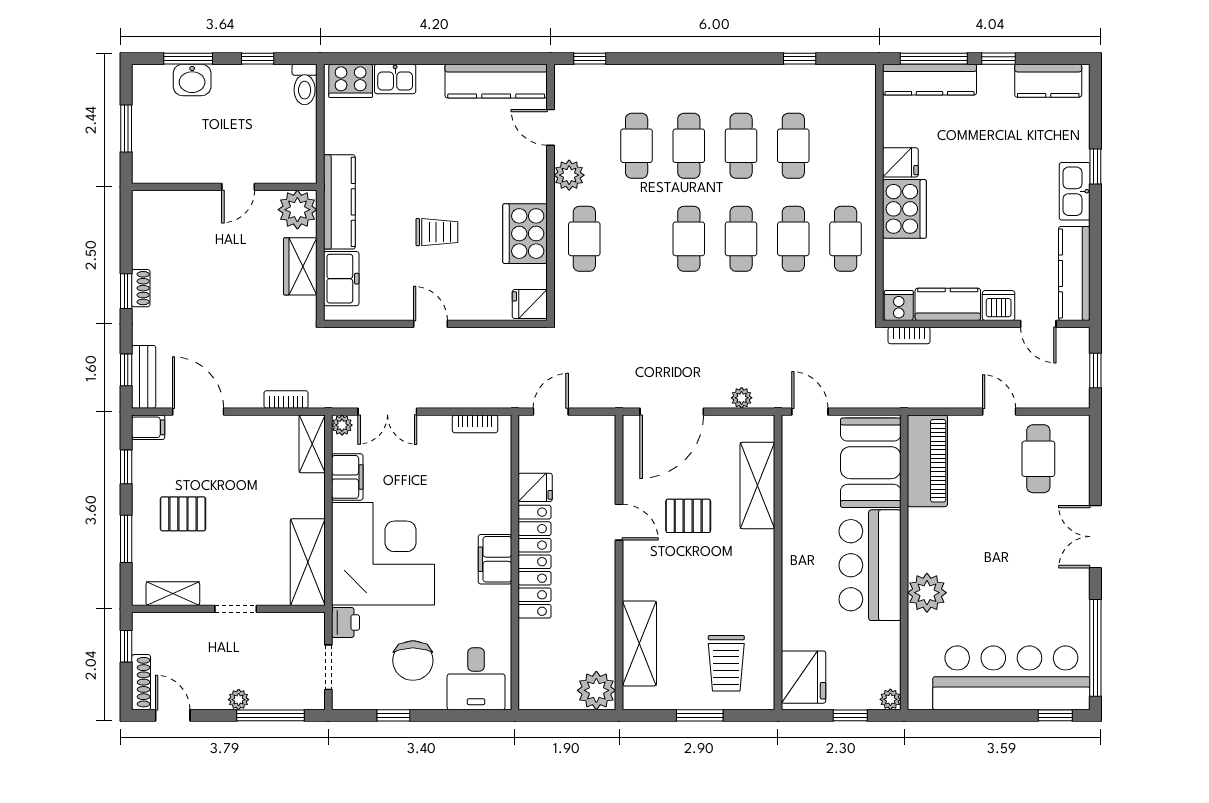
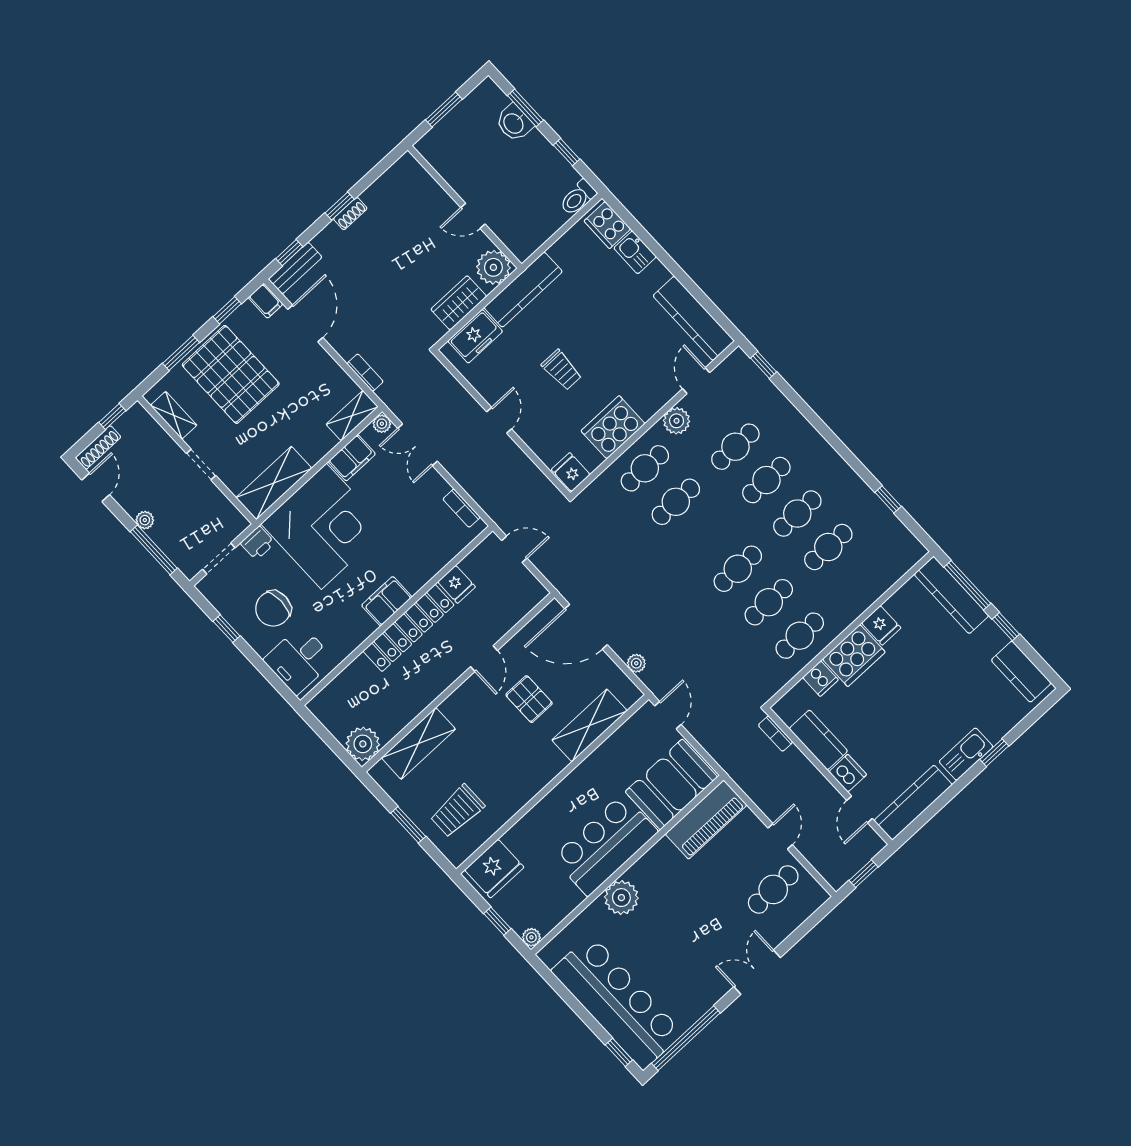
cafe table: (689, 239) -> (676, 502), moved
cooker: (899, 305) -> (820, 679), moved, turned 90
pallet: (183, 514) -> (231, 374), width x2.05, depth x2.00

